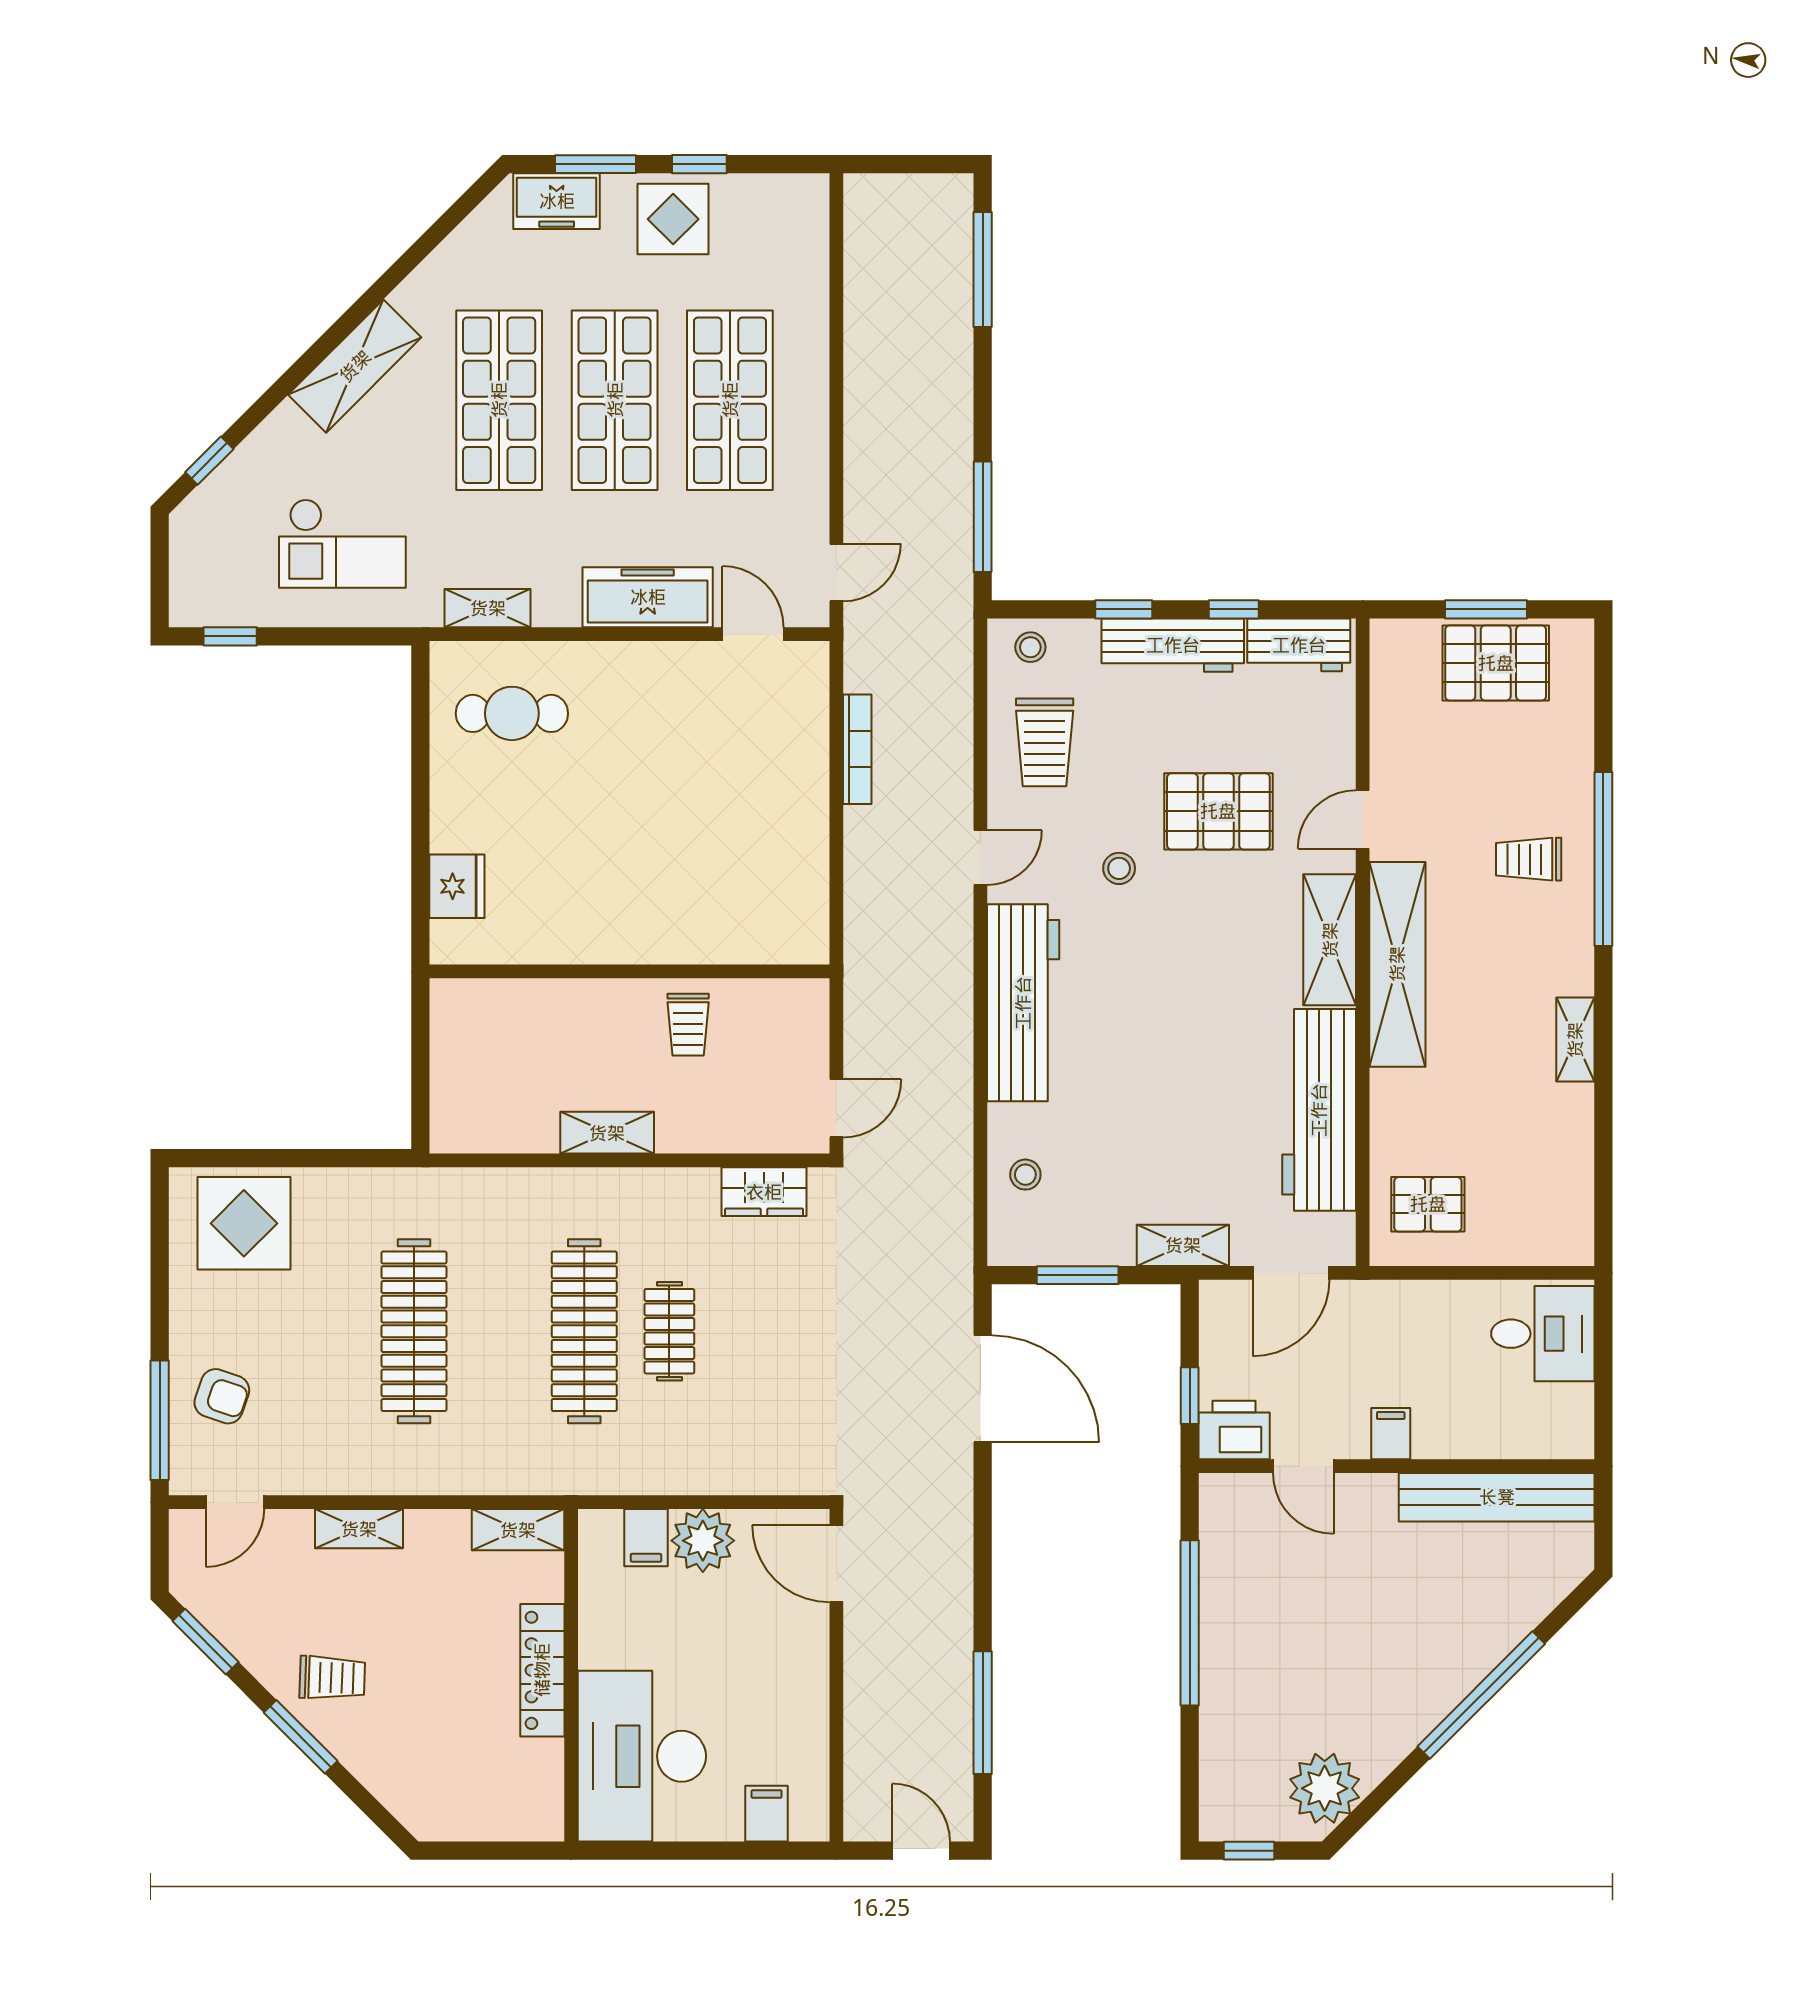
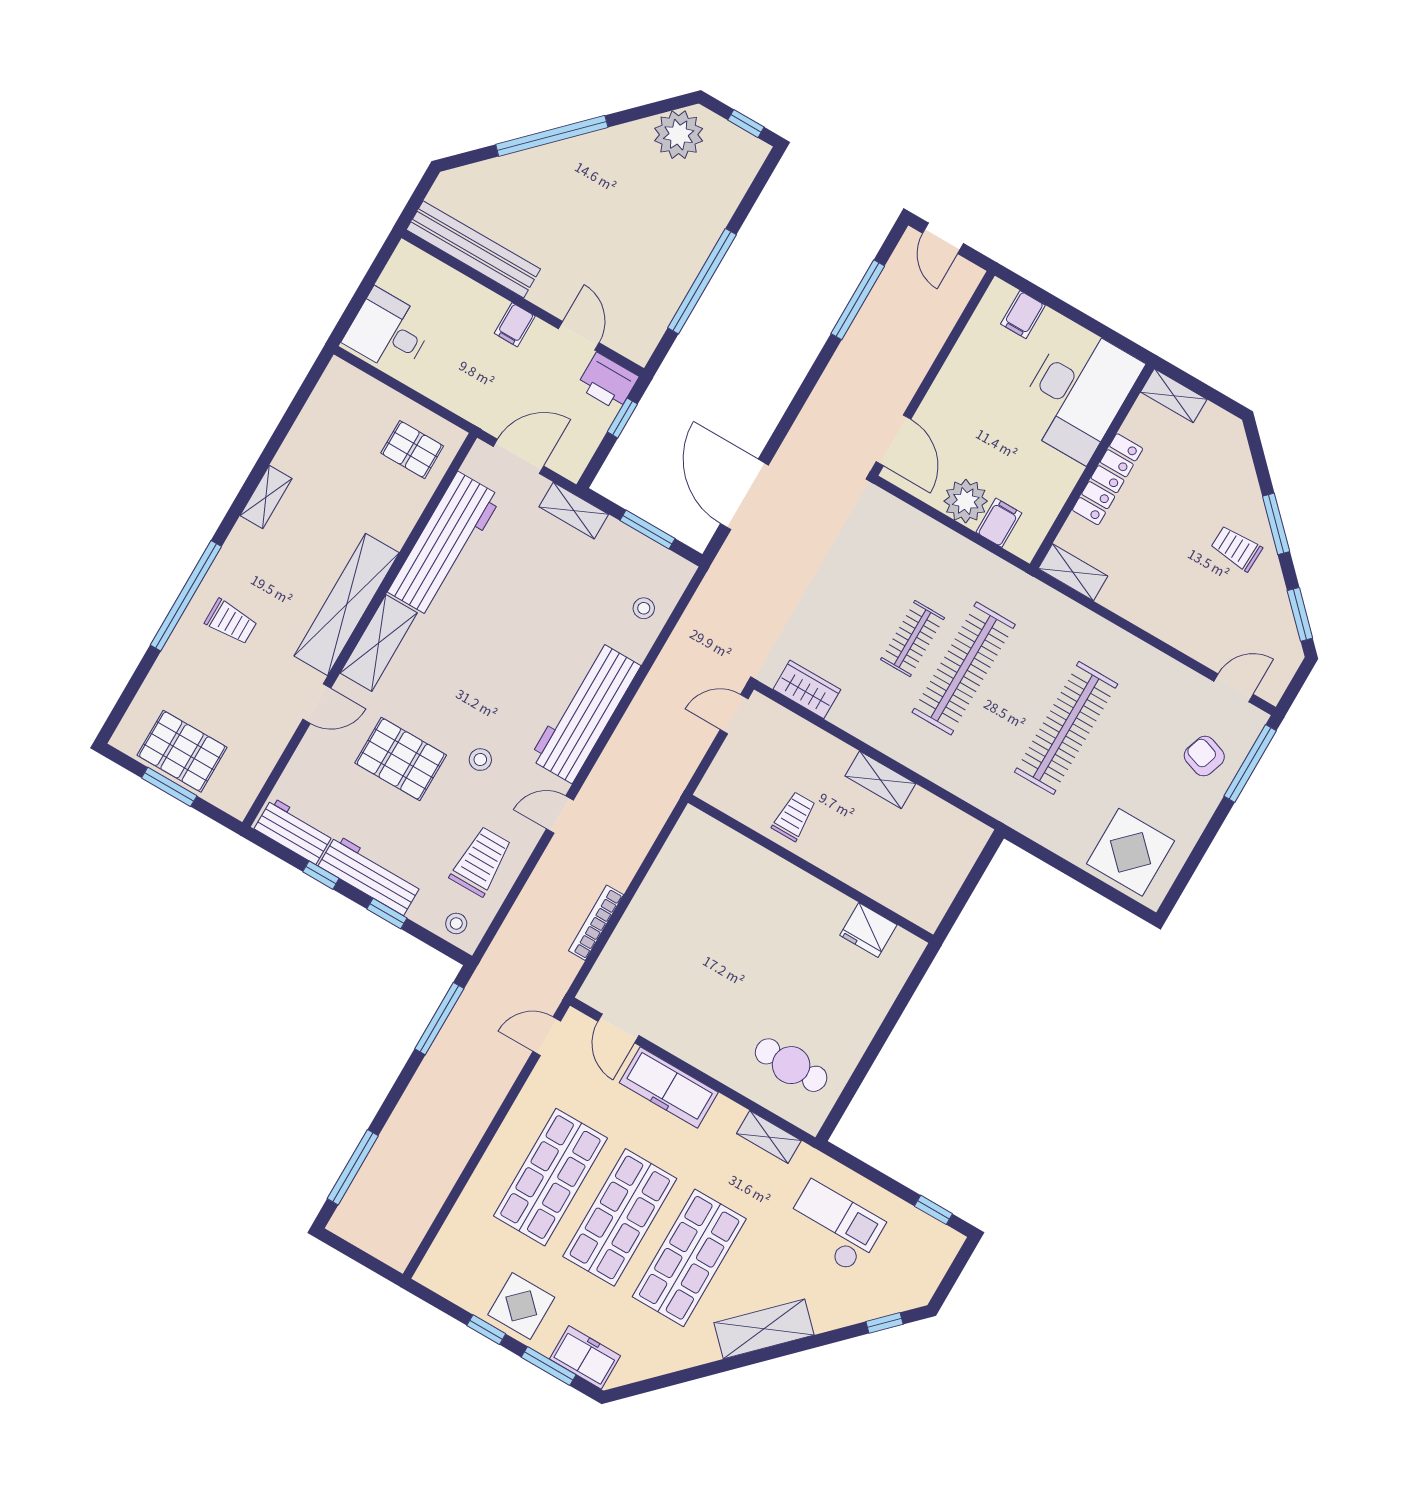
fridge: (457, 886) -> (868, 930), moved, turned -90
shelving: (359, 1529) -> (1174, 396), moved

